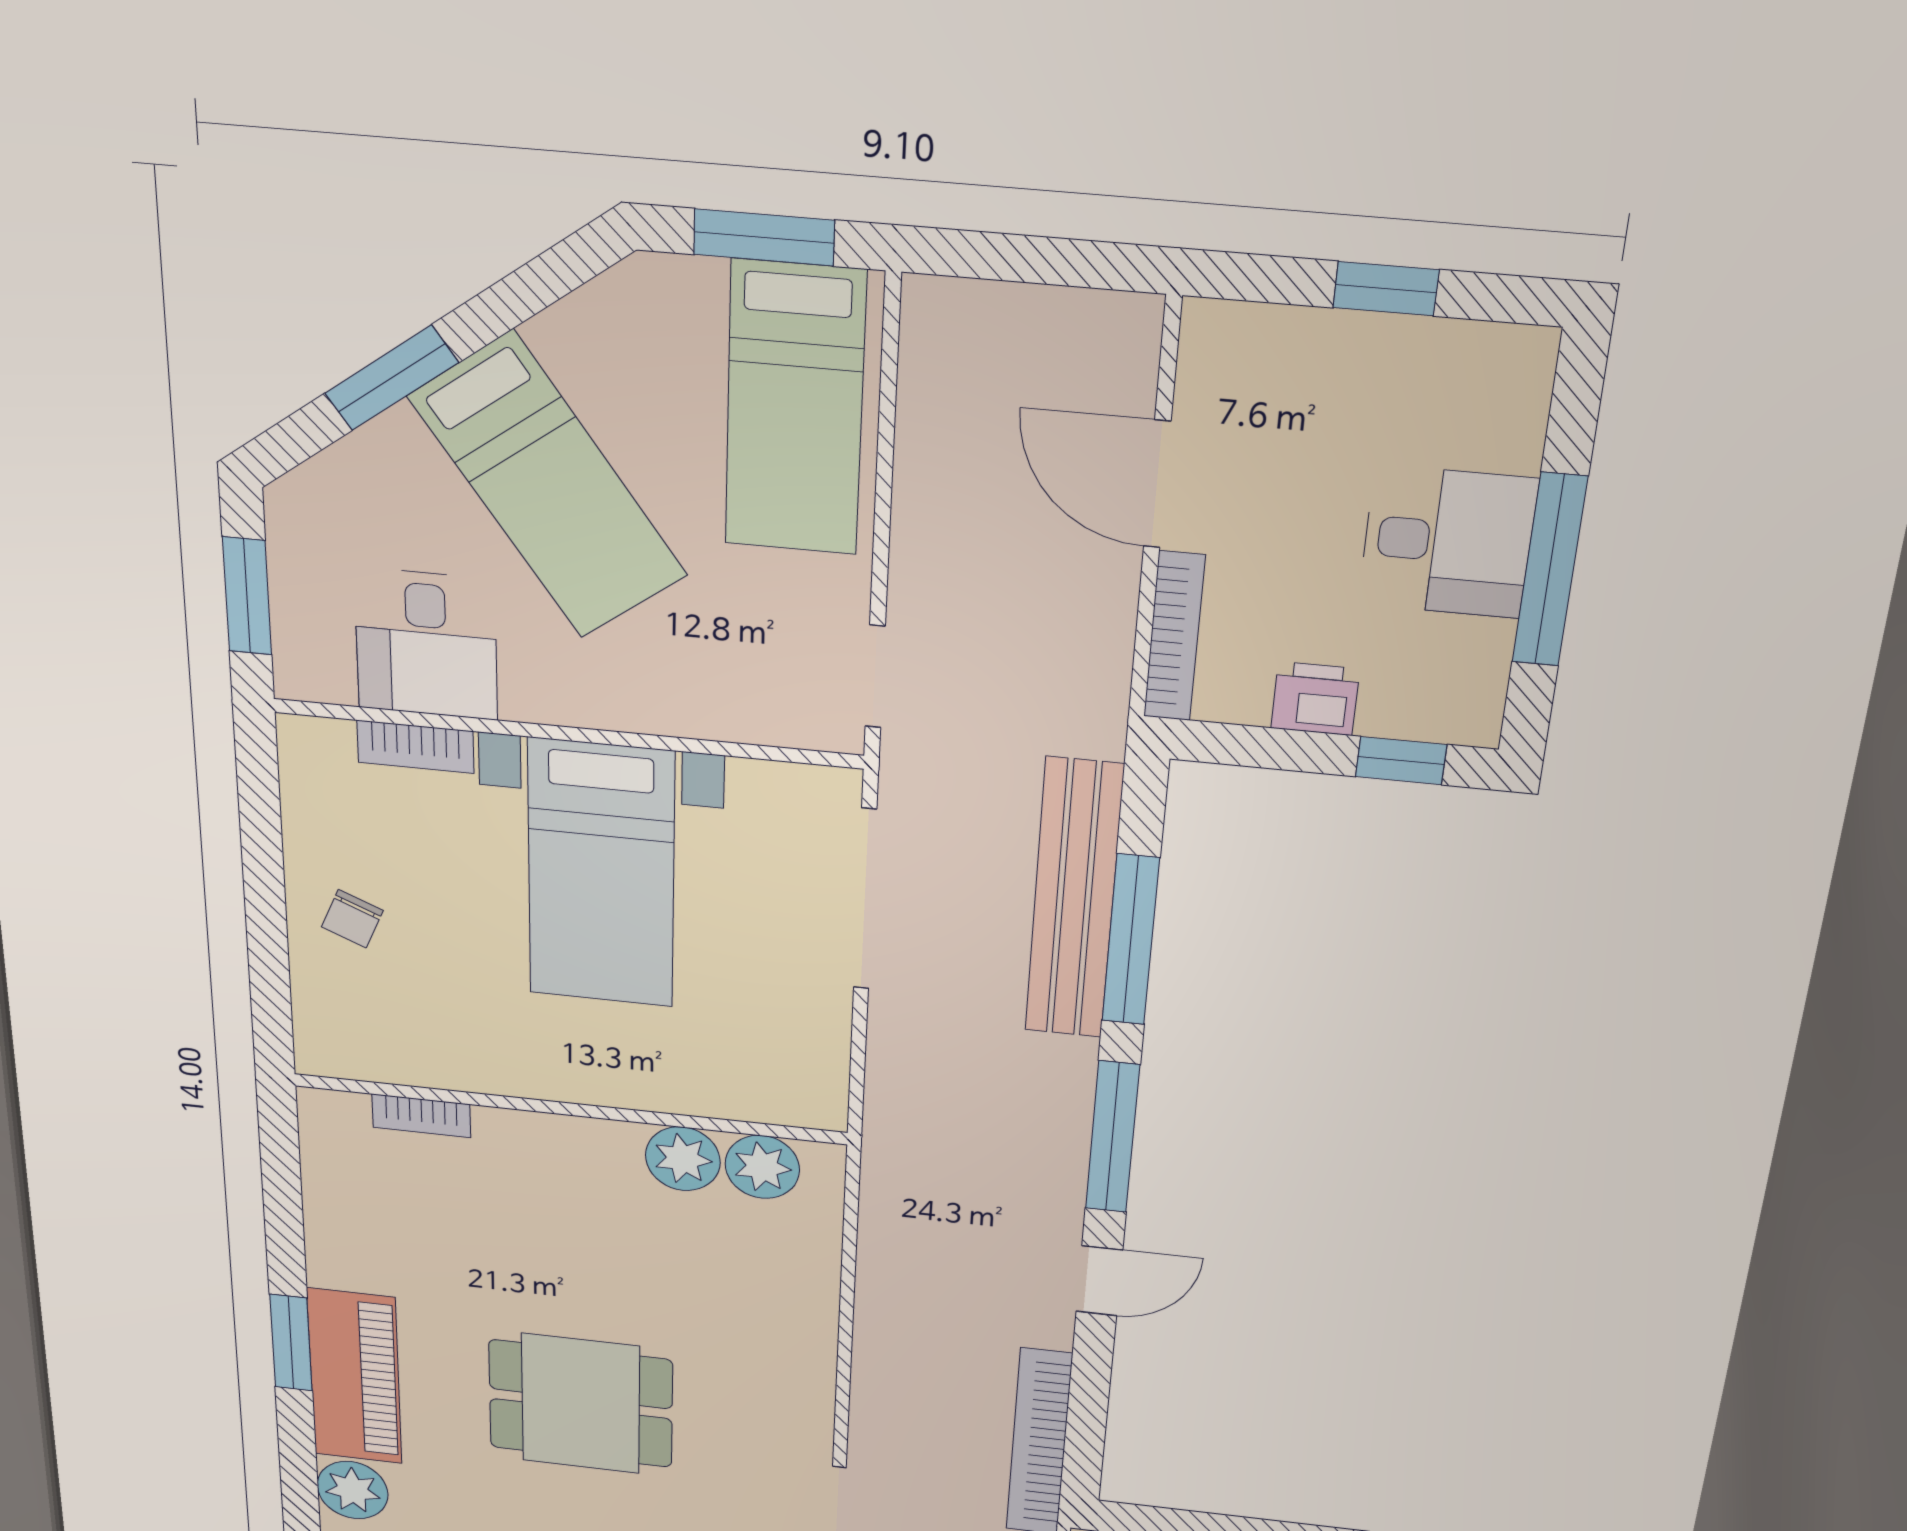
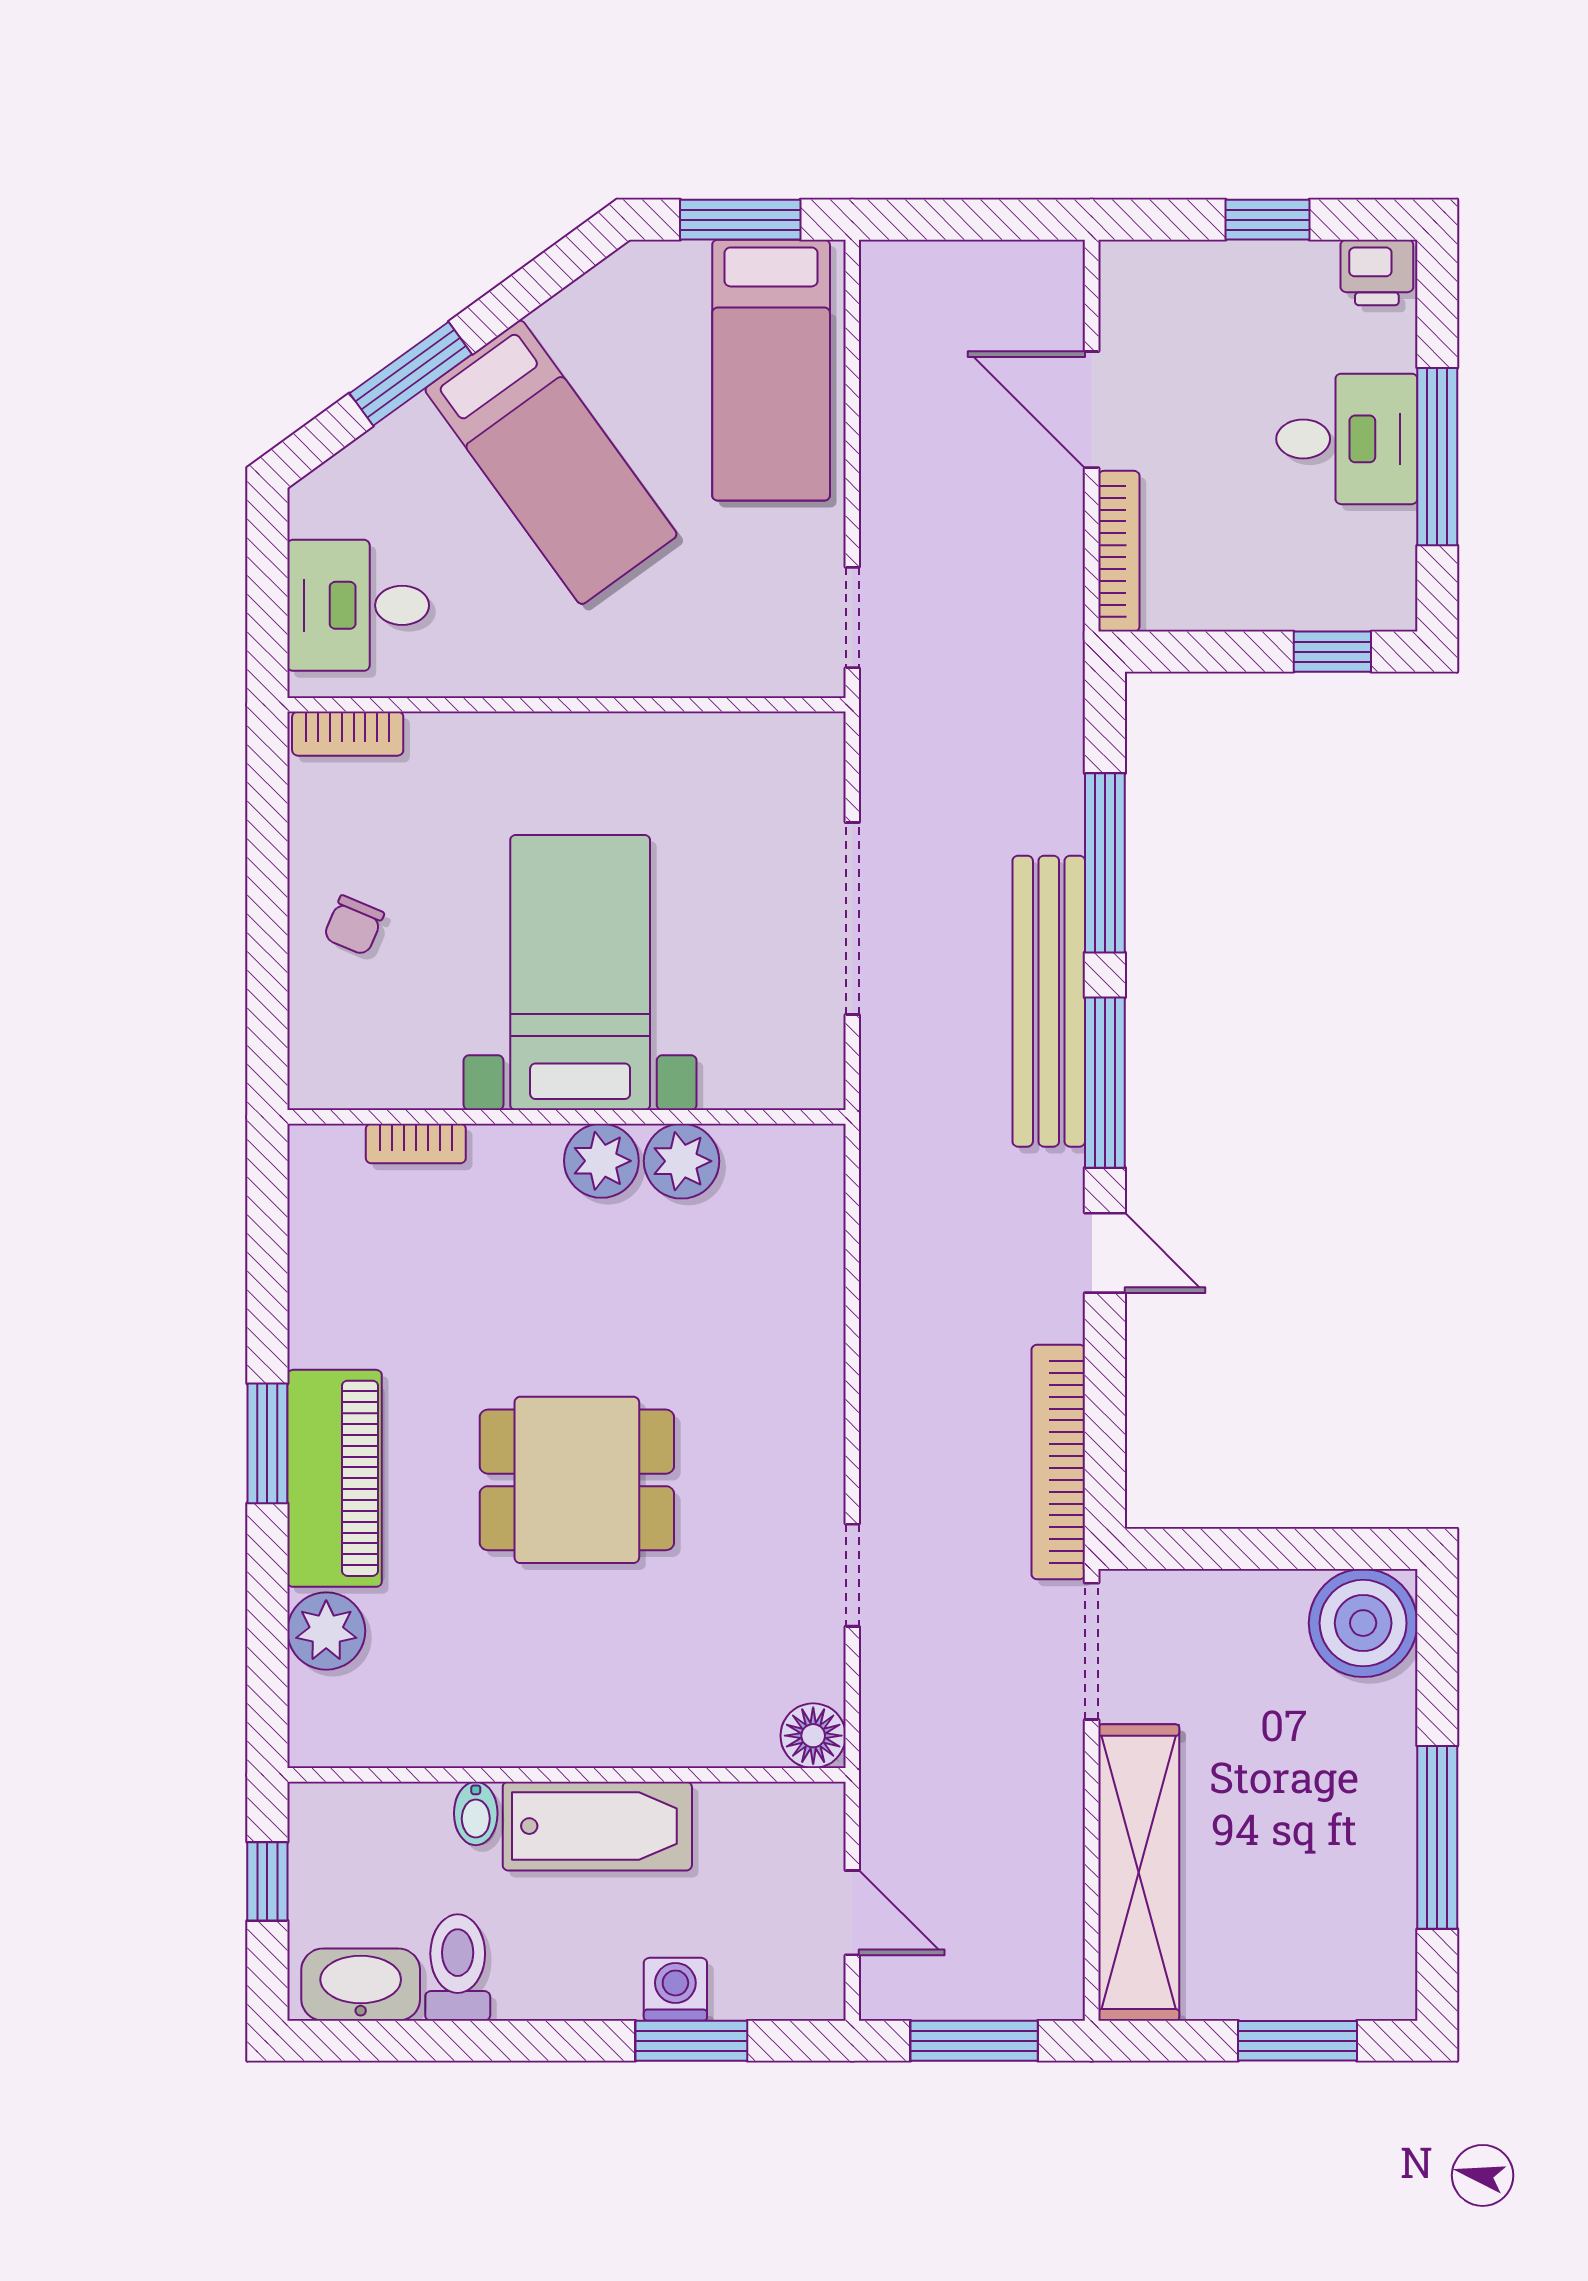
window: (247, 596) -> (267, 596), removed
desk: (426, 644) -> (358, 605), moved, turned 90
printer: (1315, 699) -> (1377, 272), moved, turned 180
bookcase: (415, 747) -> (348, 734), moved
bed with nightstands: (601, 874) -> (580, 972), moved, turned 180
doorway: (865, 899) -> (852, 919), moved
bench: (1074, 900) -> (1049, 1001), moved
plant: (762, 1167) -> (601, 1161), moved
door: (1099, 1281) -> (1105, 1253), hinge flipped

